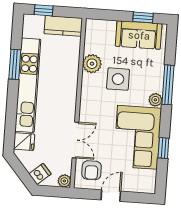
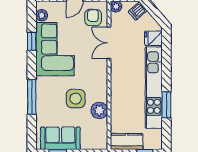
plant: (155, 100) -> (42, 15), moved

